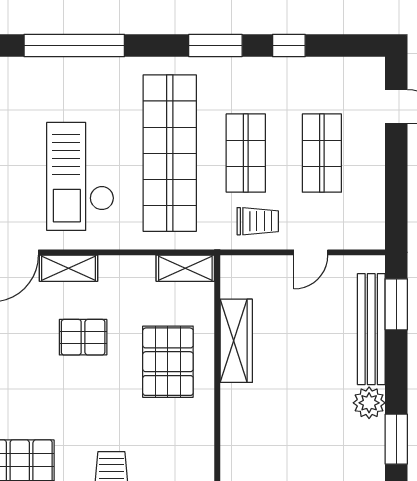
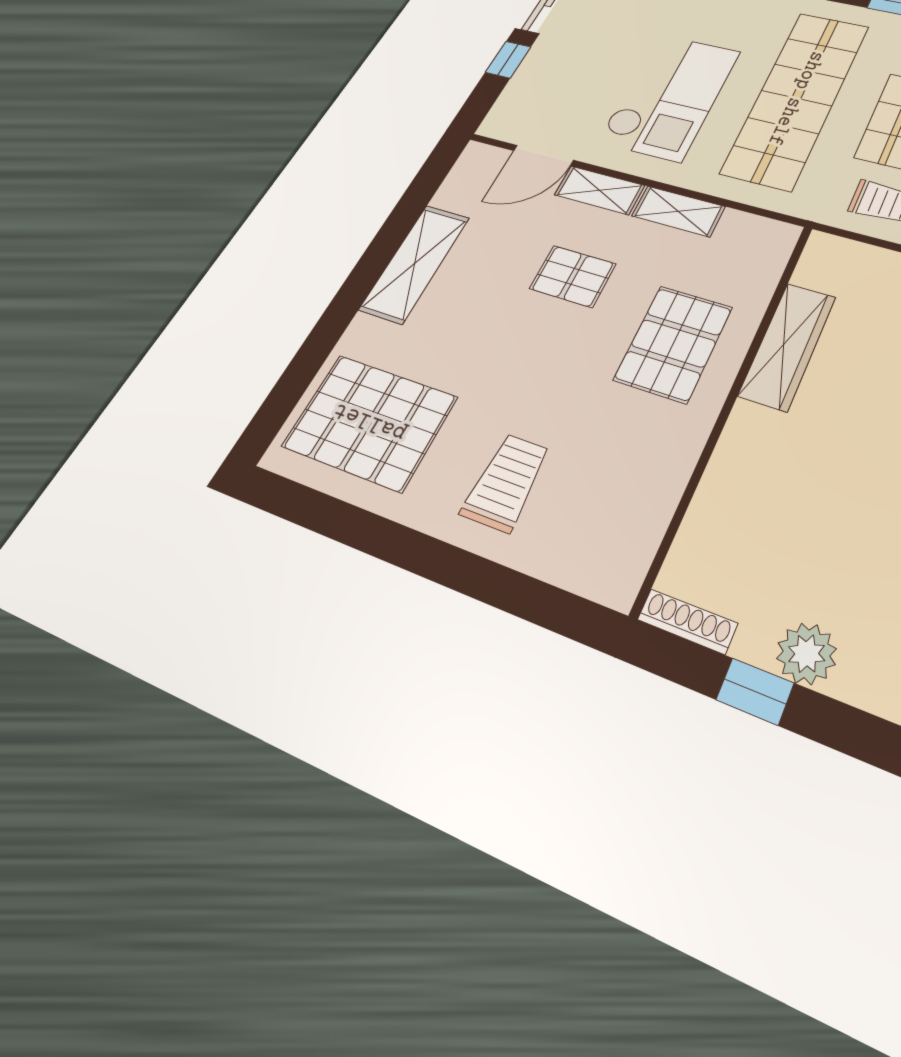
checkout: (80, 176) -> (669, 96), turned 180
shelving: (185, 268) -> (678, 211), moved

